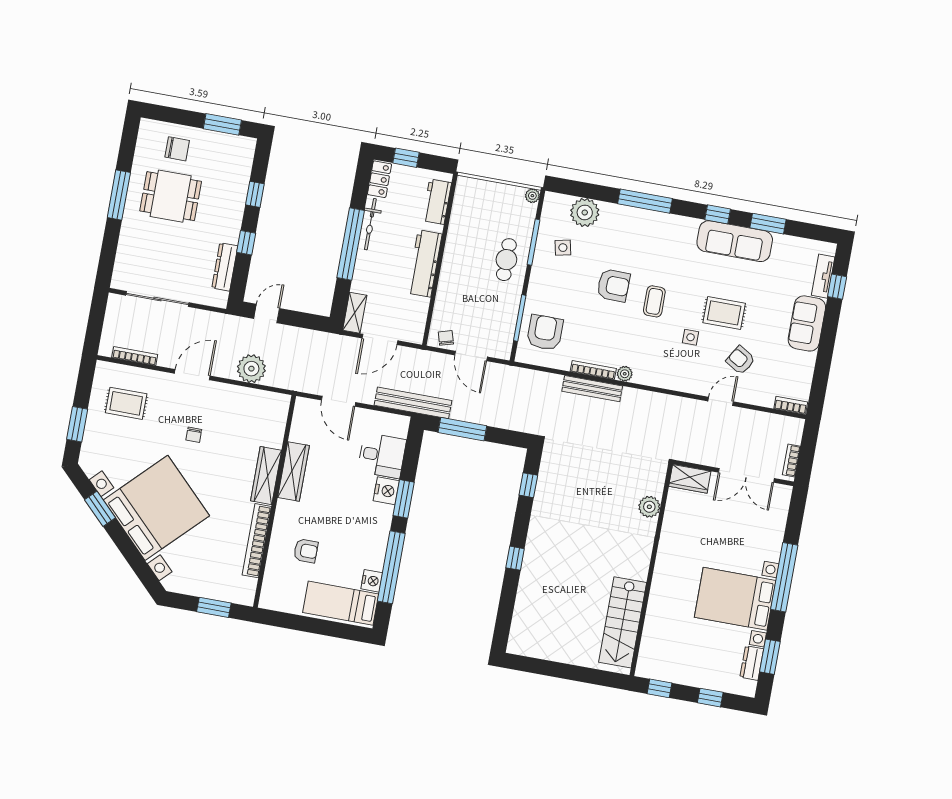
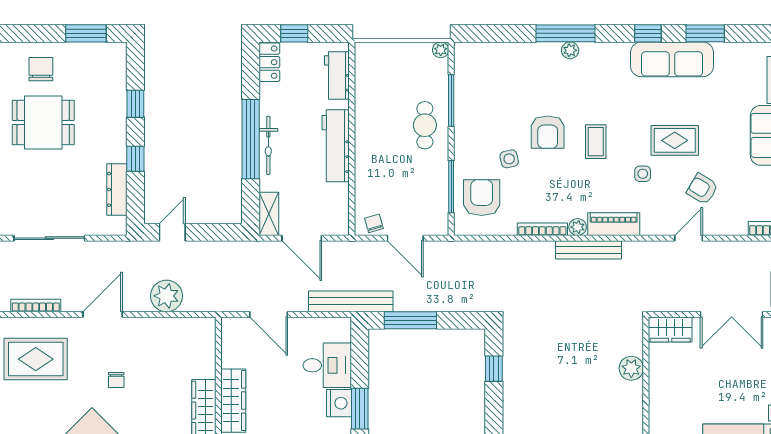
chair: (177, 149) -> (41, 69), turned -90
plant: (585, 212) -> (570, 50), moved, width x0.53, depth x0.53
bicycle: (370, 224) -> (268, 145), moved
side table: (563, 248) -> (509, 159), moved
armchair: (613, 285) -> (548, 132), turned 89
door: (380, 339) -> (302, 238), hinge flipped
piano: (657, 377) -> (614, 224), added
bench: (592, 389) -> (589, 250), moved
rug: (126, 403) -> (36, 359), width x1.36, depth x1.43

